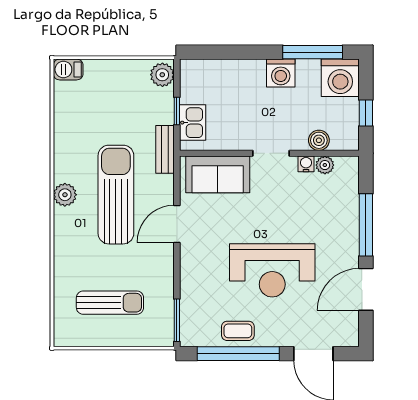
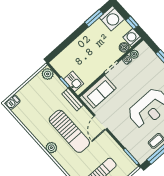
window: (313, 52) -> (94, 18), width x0.69
washing machine: (281, 73) -> (132, 38), moved, turned 180
sun lounger: (116, 195) -> (69, 131), turned 180

